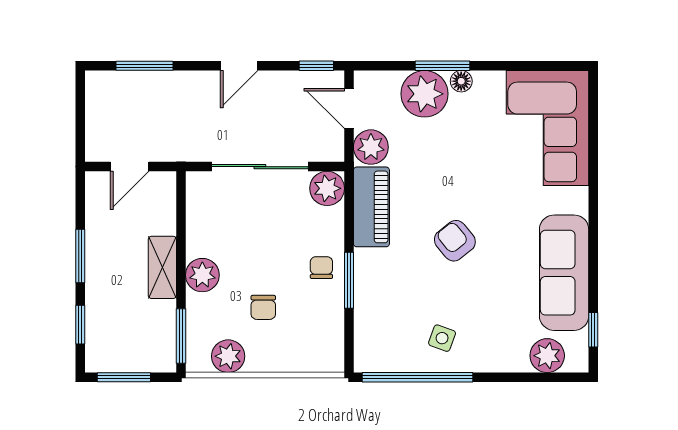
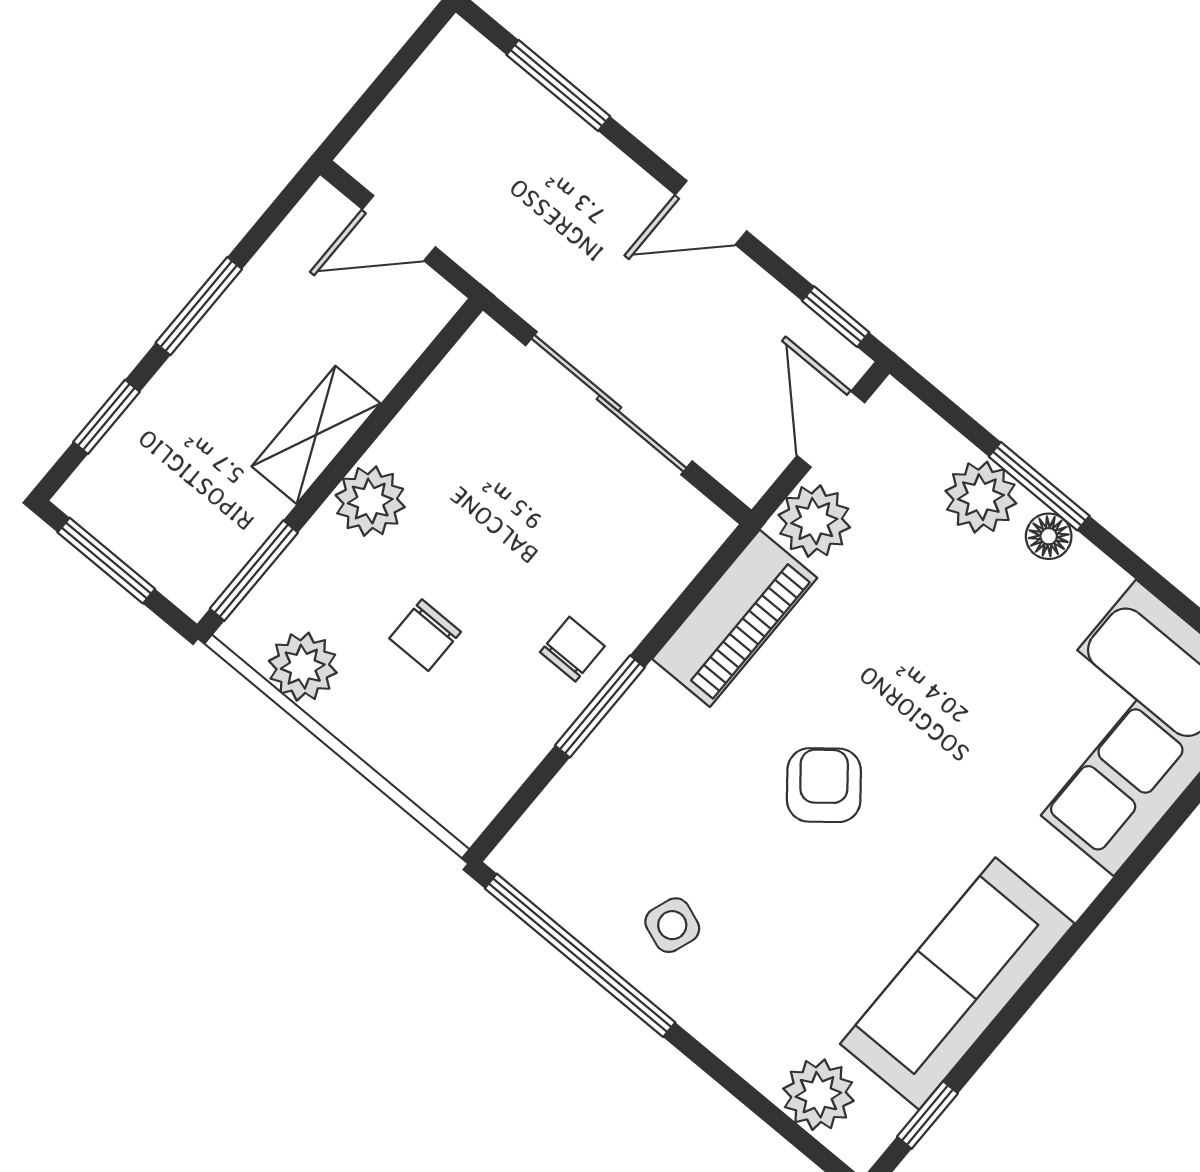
plant: (424, 94) -> (981, 497), width x0.73, depth x0.73
plant: (327, 188) -> (688, 529), removed

